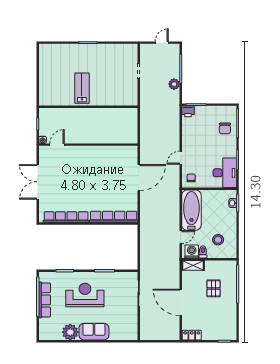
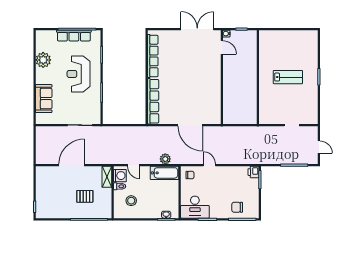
plant: (174, 84) -> (165, 159), moved
lab bench: (82, 88) -> (288, 77), moved
double door: (38, 182) -> (197, 29), moved
bathtub: (191, 210) -> (165, 173), width x0.73, depth x0.73
reception desk: (85, 295) -> (79, 74), turned 180
sofa: (94, 332) -> (44, 99), moved
locker: (192, 335) -> (40, 176), removed

